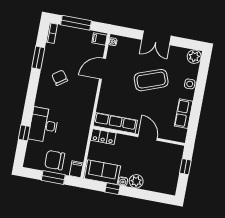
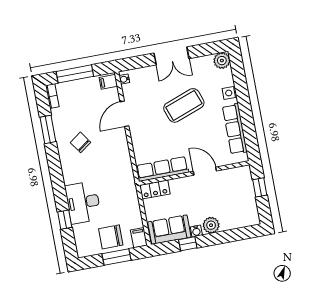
row of seats: (184, 114) -> (235, 129), width x1.48

